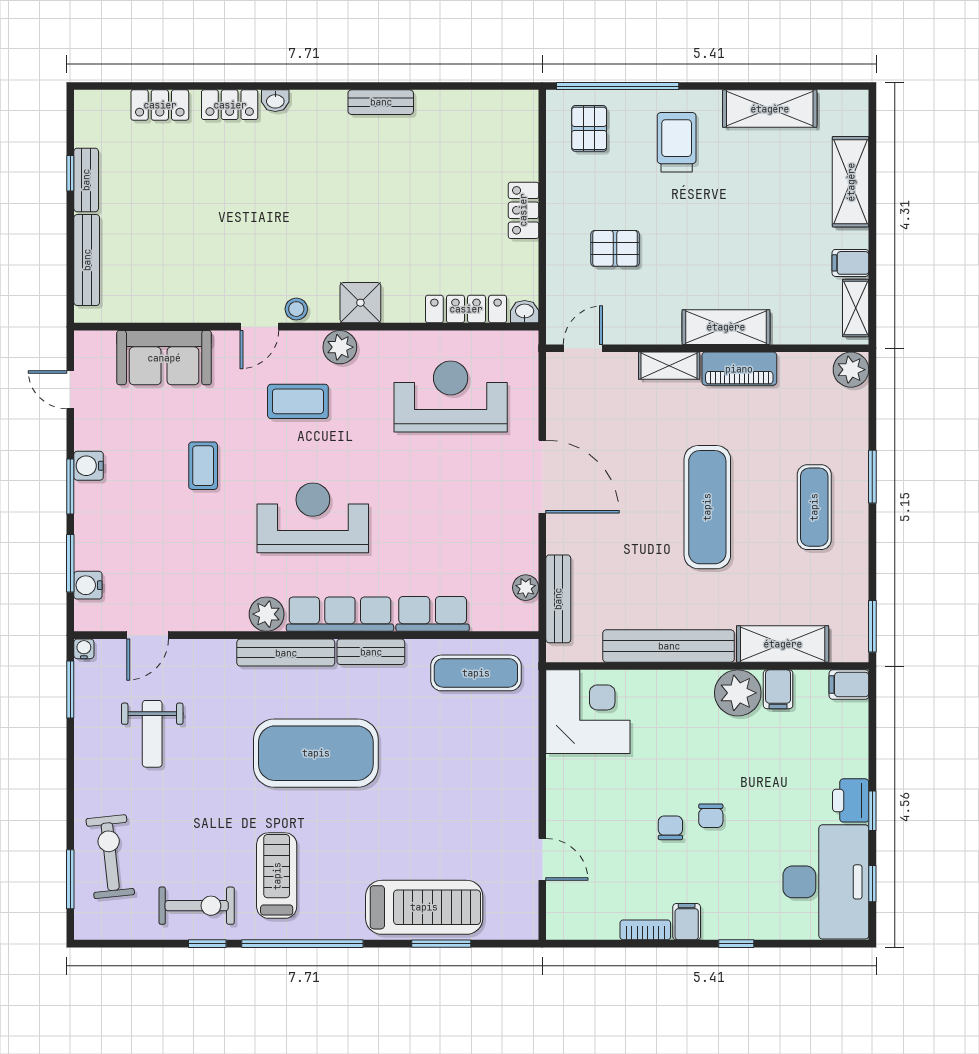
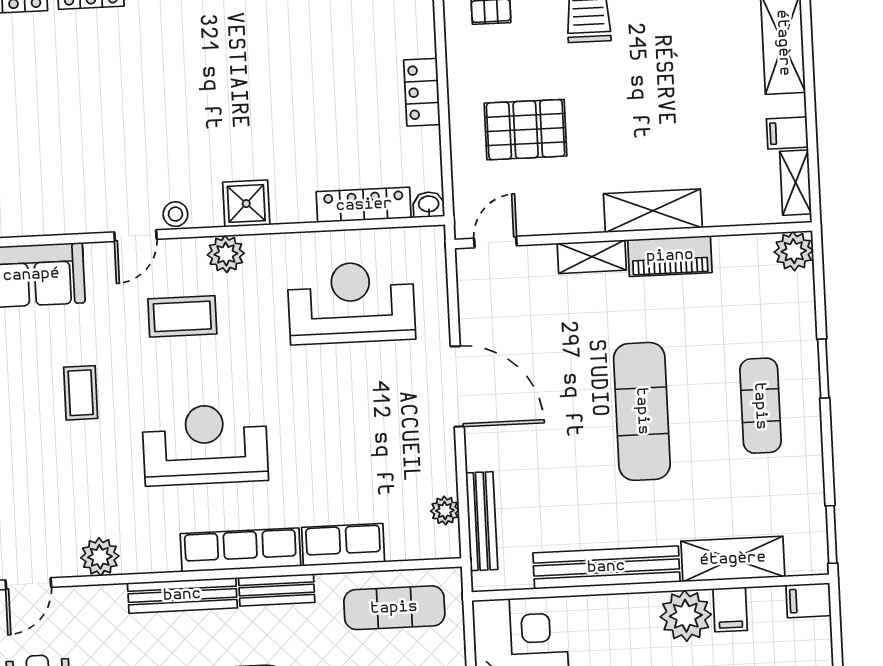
pallet: (615, 248) -> (526, 130), width x1.50, depth x1.42
plant: (267, 614) -> (100, 557), moved

